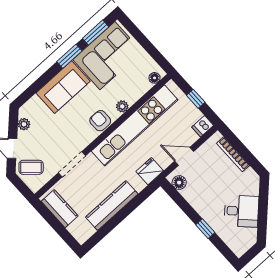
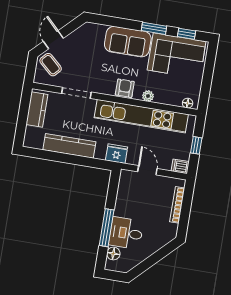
window: (96, 33) -> (187, 34), width x0.67
plant: (24, 124) -> (78, 34), removed
floor lamp: (179, 183) -> (113, 254), moved
desk: (241, 211) -> (126, 233), moved, turned 135
window: (205, 229) -> (107, 228), width x2.17

